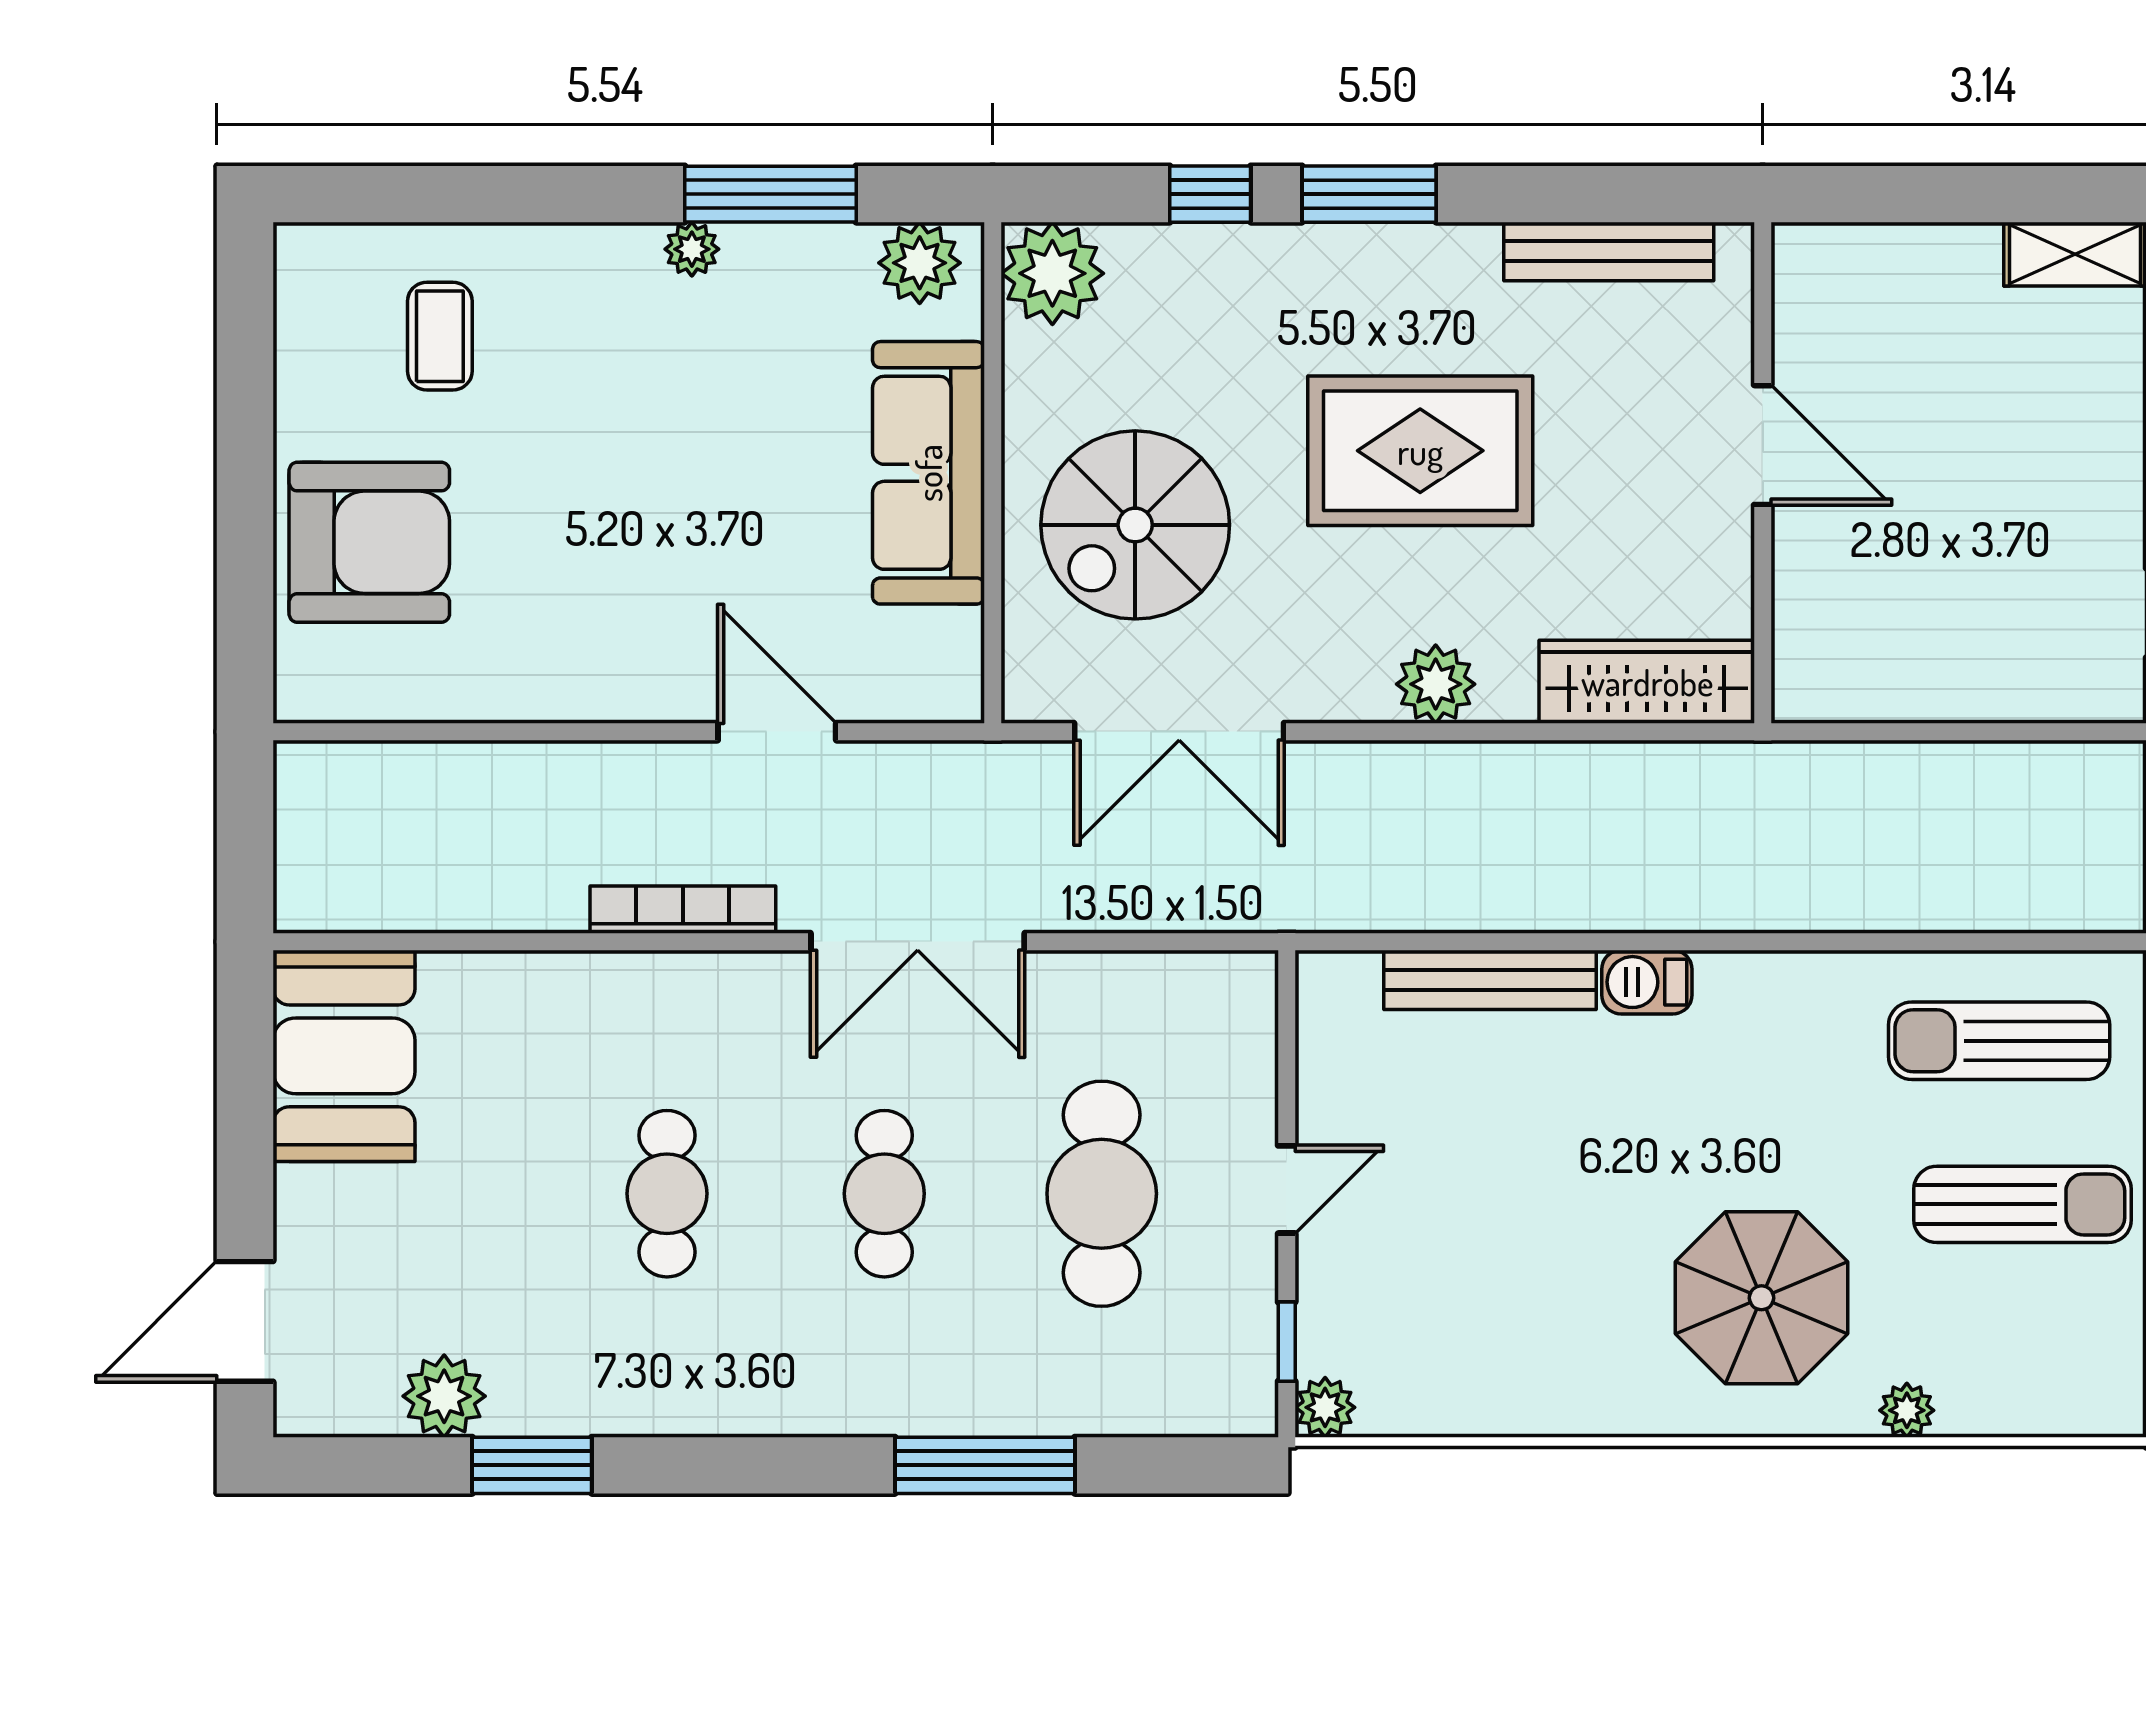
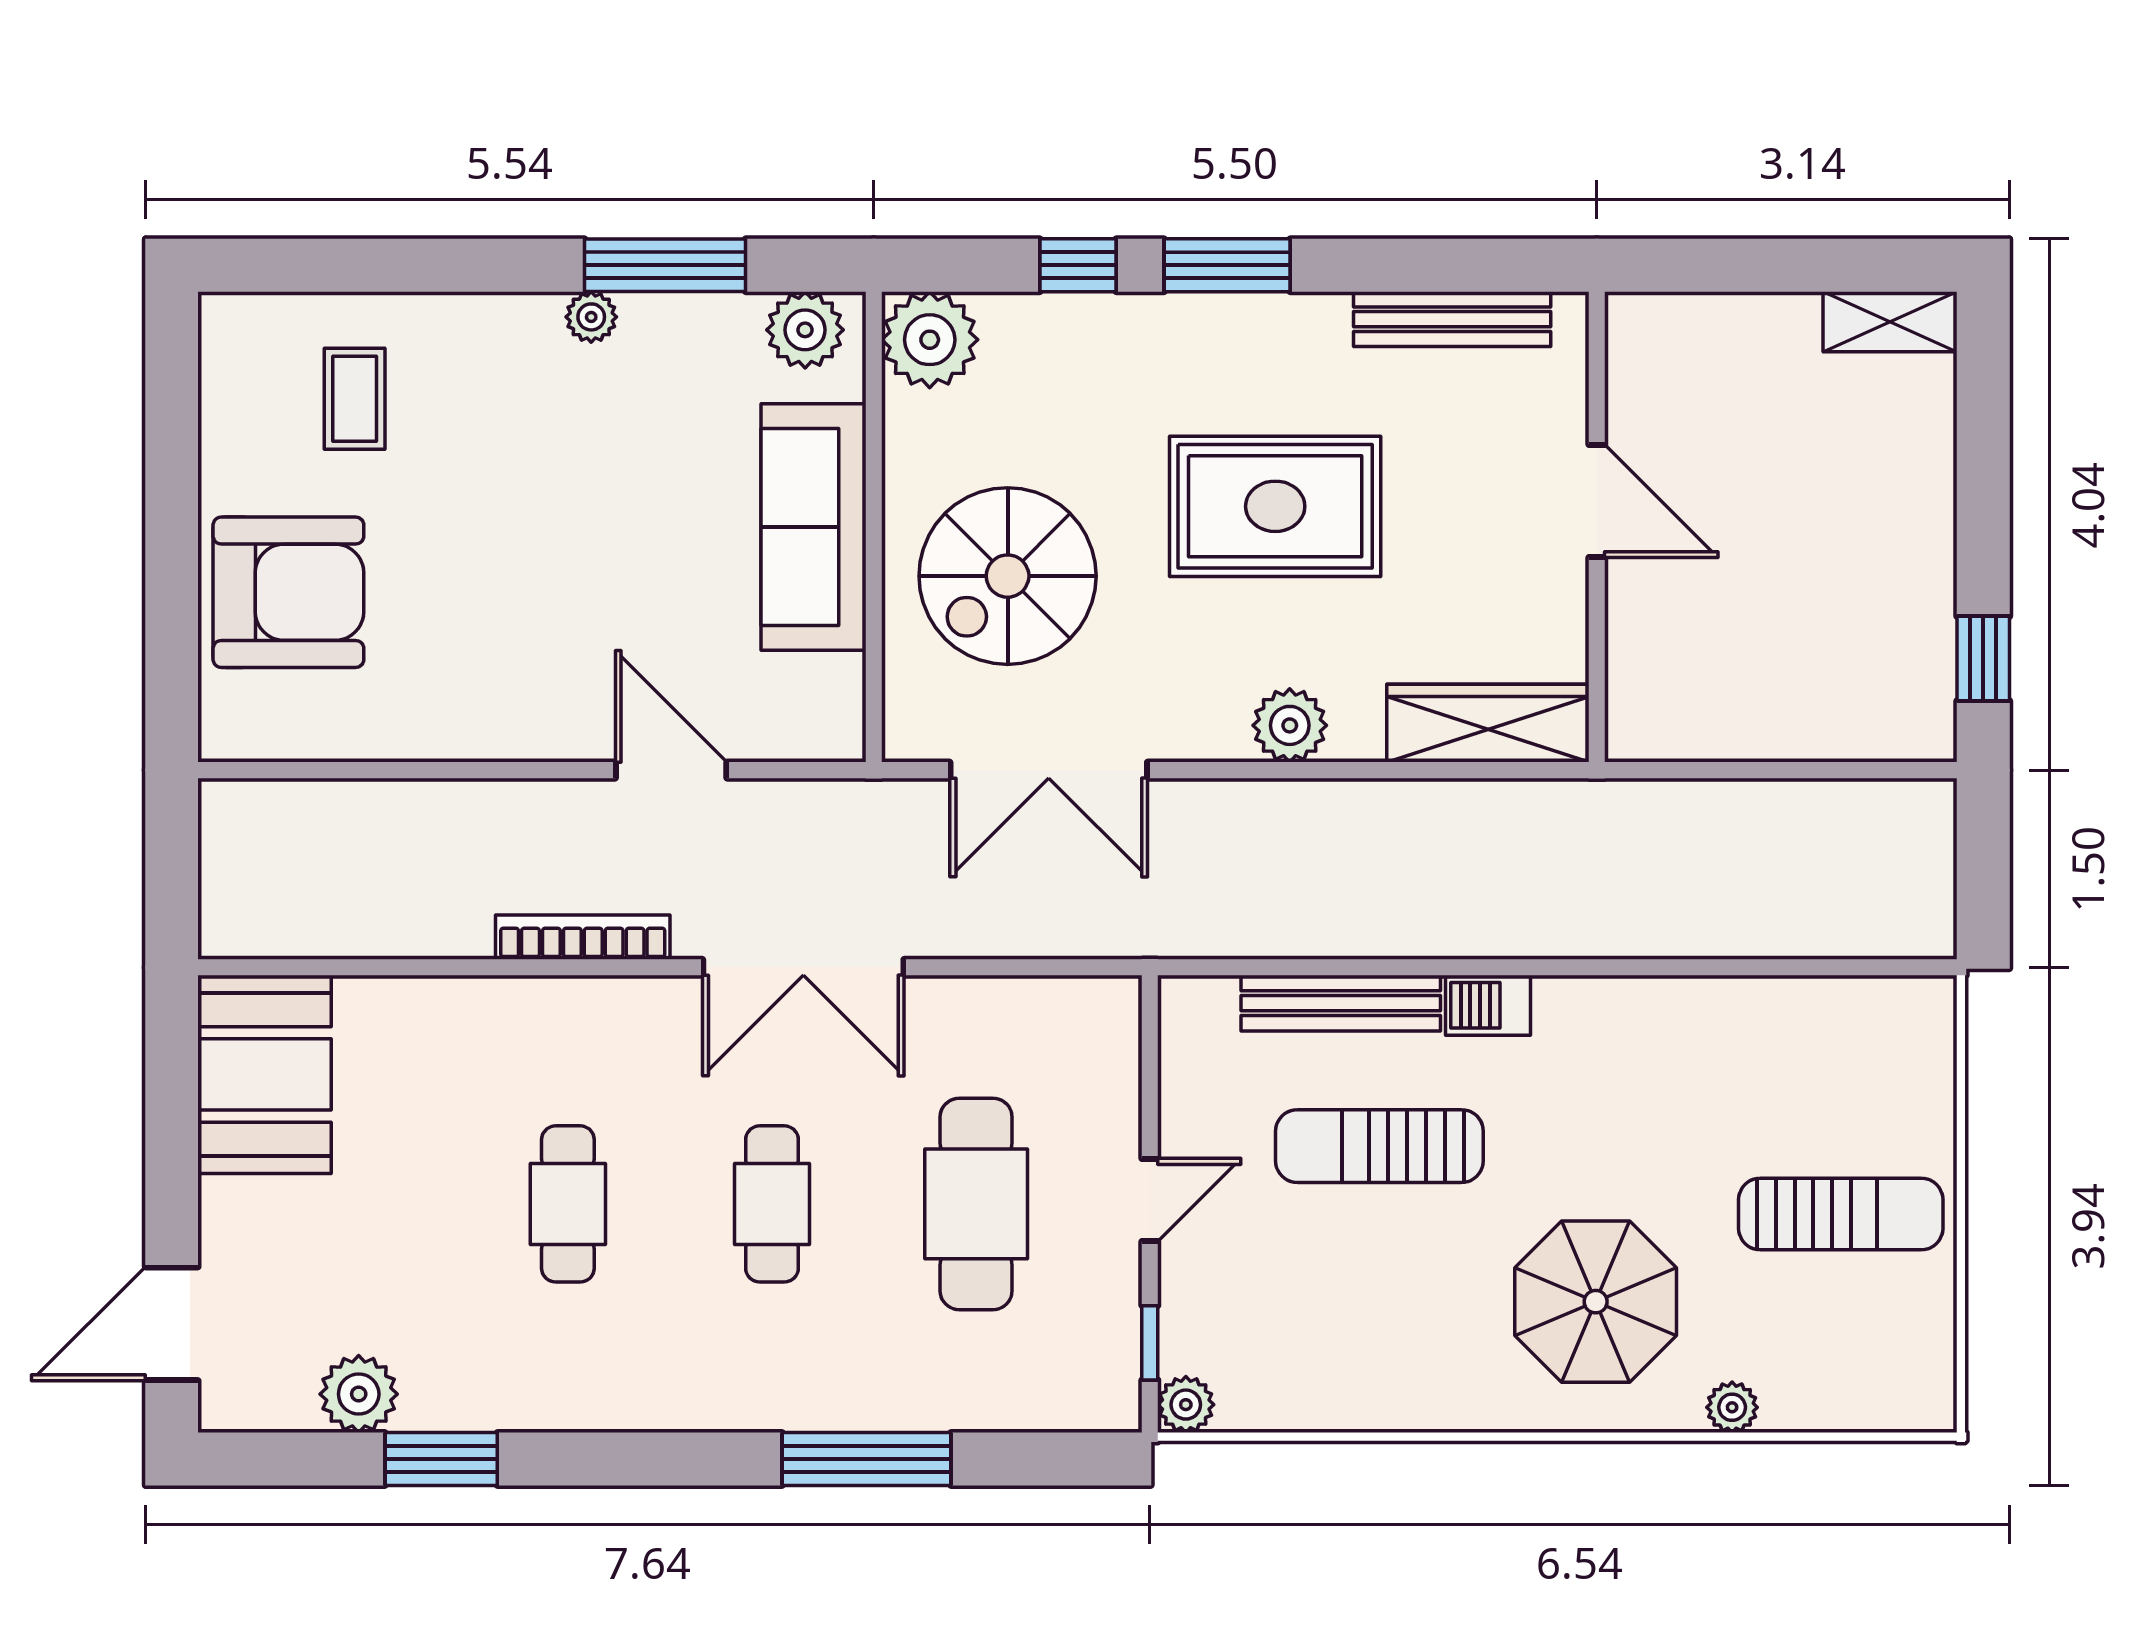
sun lounger: (1999, 1041) -> (1379, 1146), moved

